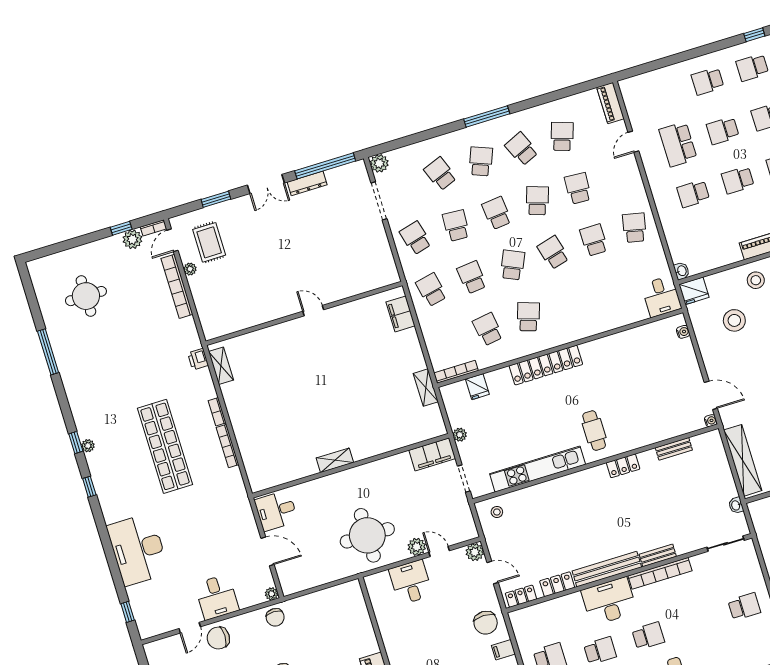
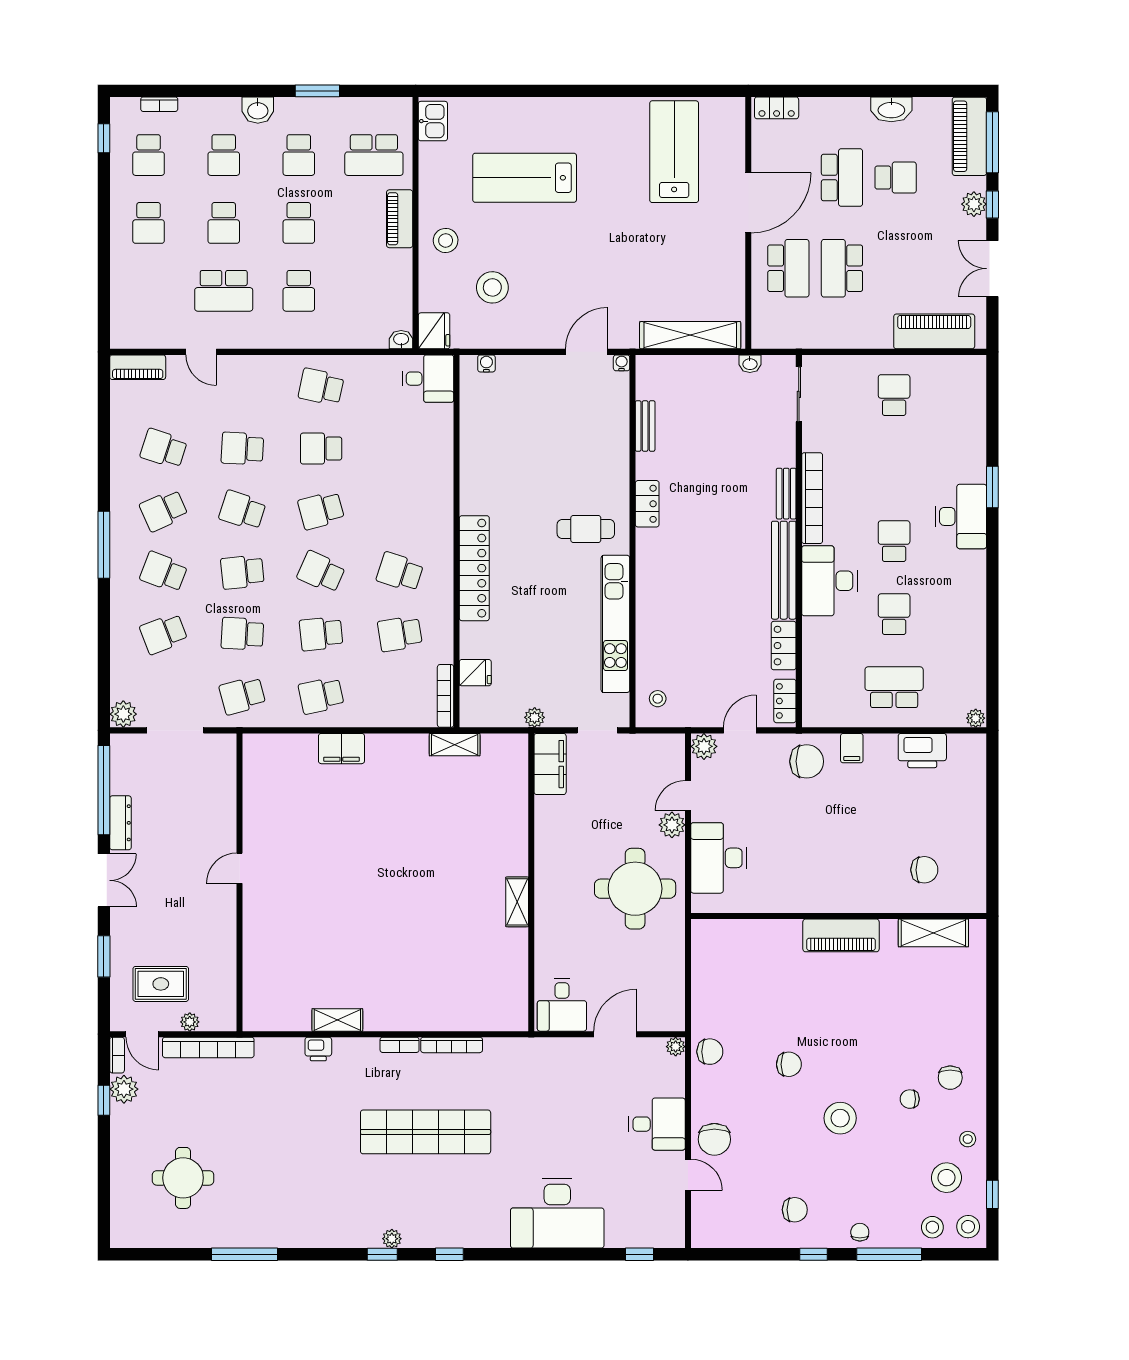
door: (313, 311) -> (240, 868), moved
wall: (304, 313) -> (240, 882), moved
desk: (411, 582) -> (719, 858), width x1.37

